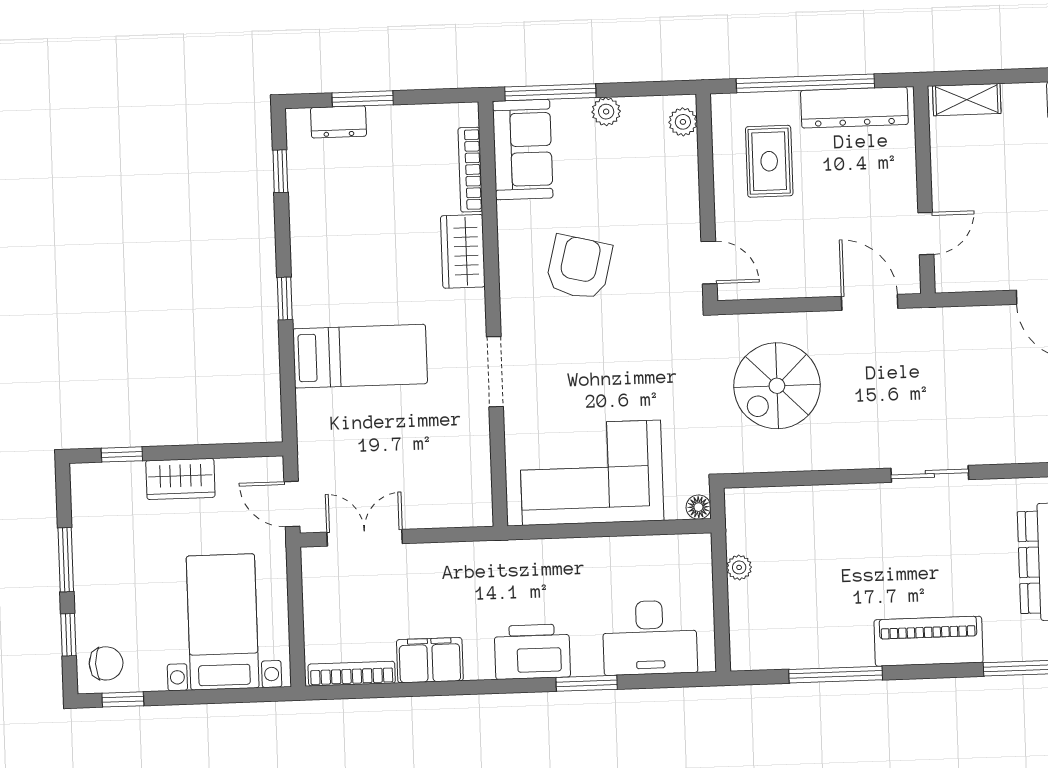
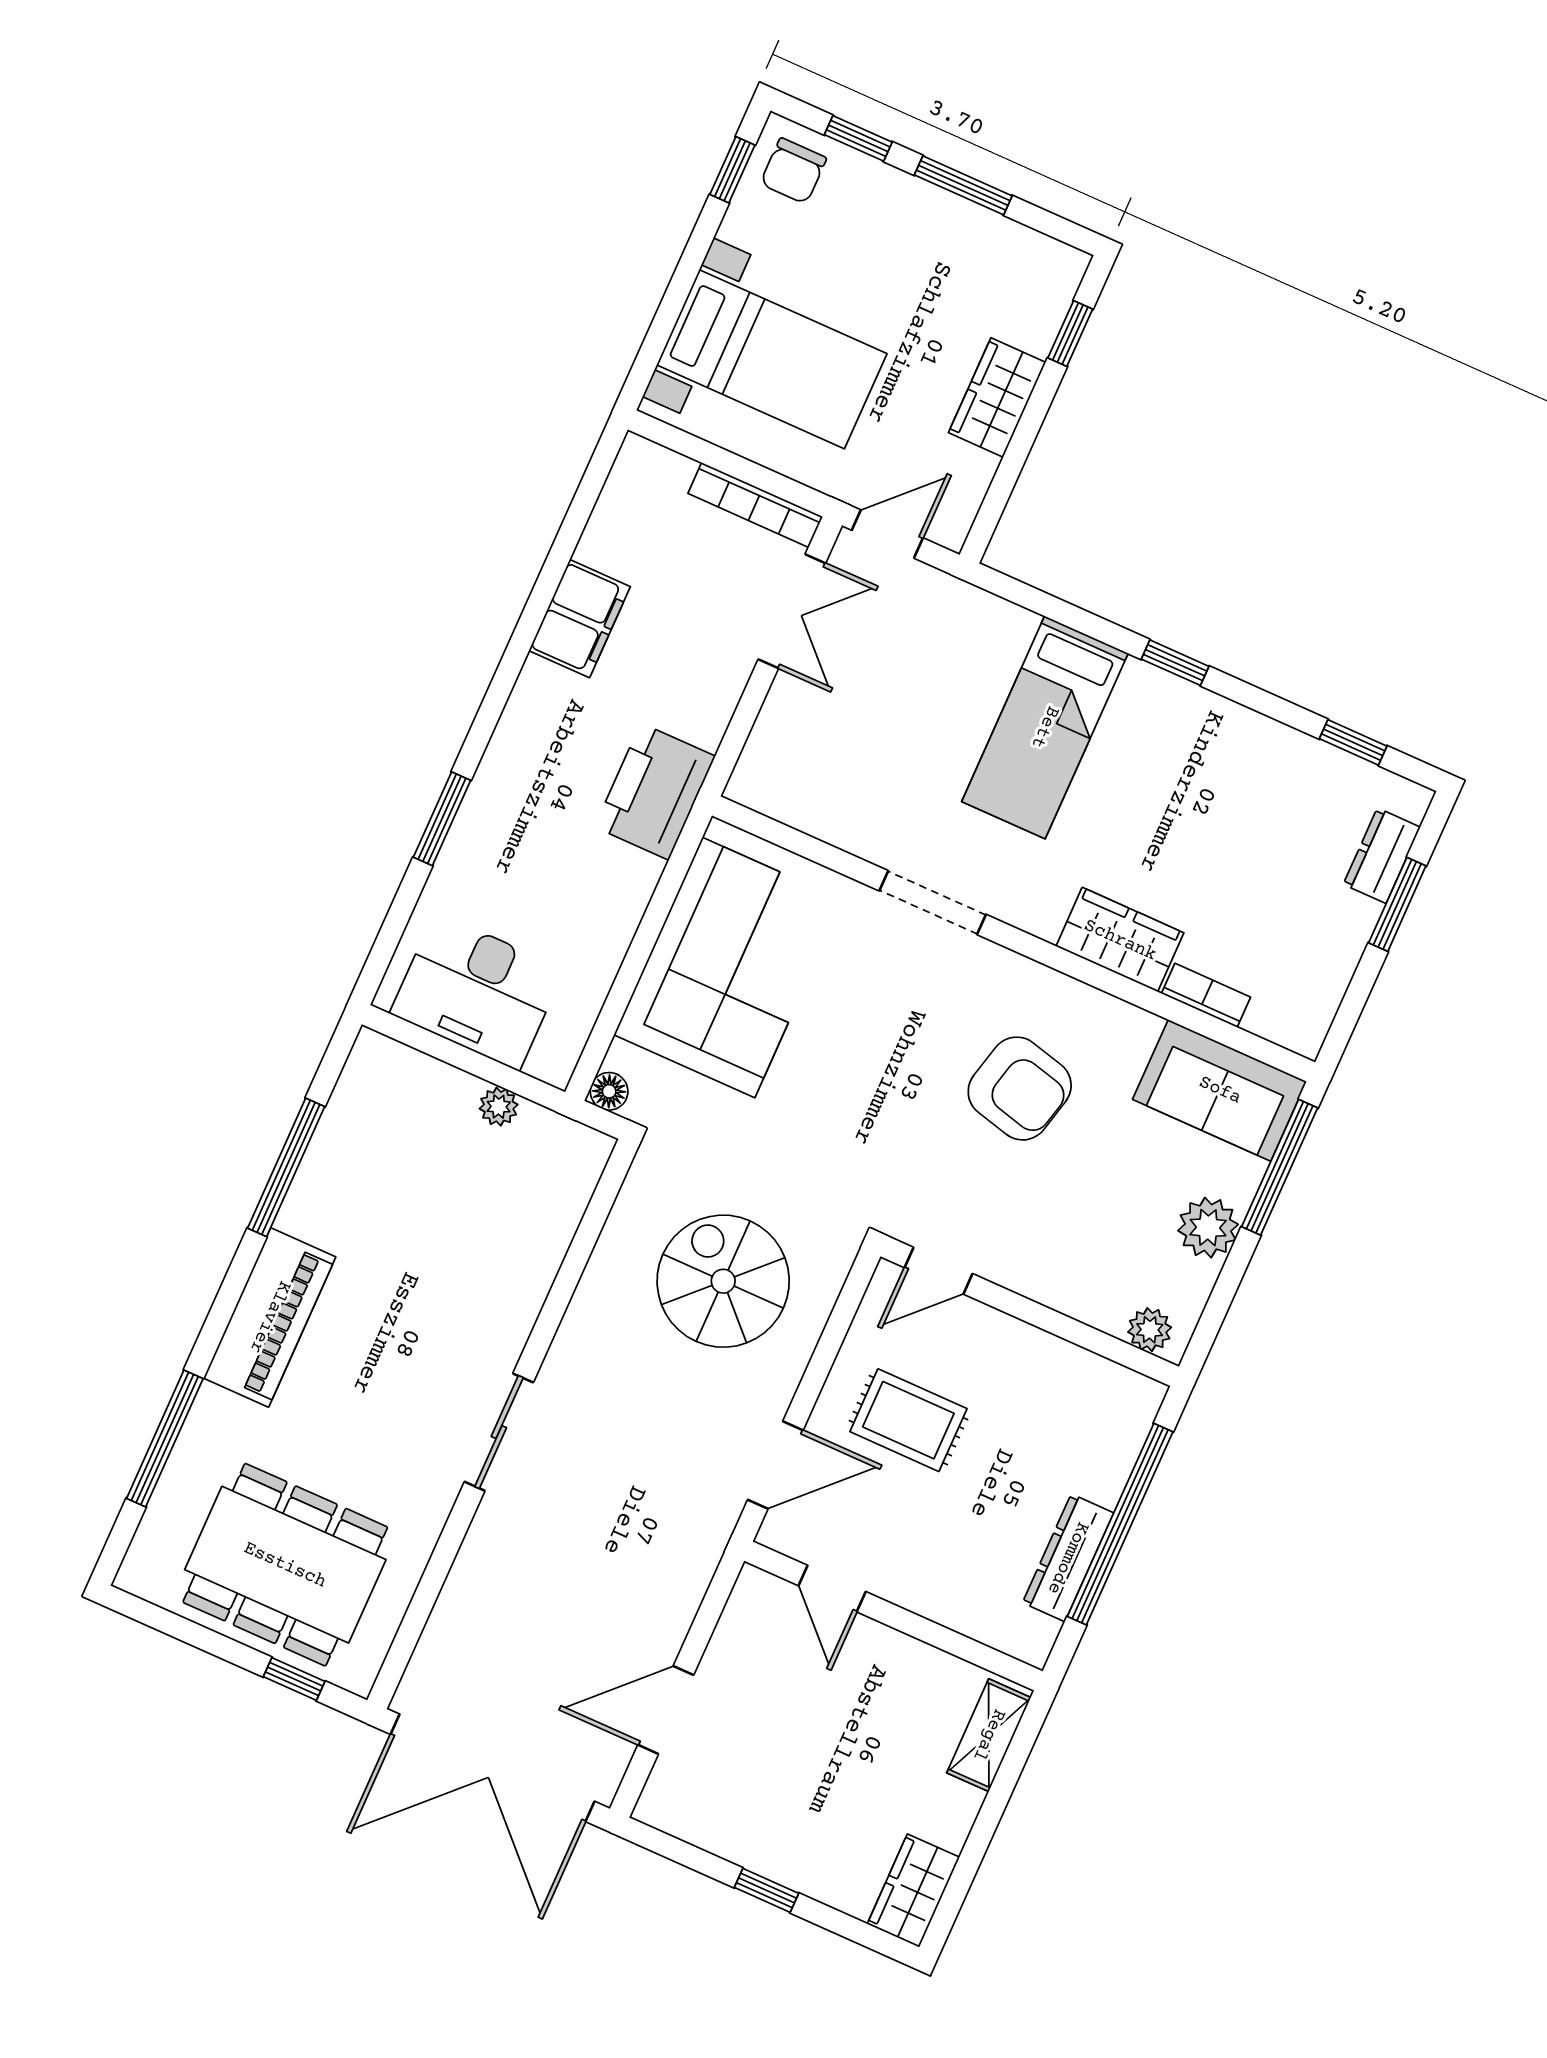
dresser: (854, 107) -> (1068, 1558), width x0.73, depth x0.80
plant: (606, 112) -> (1208, 1228), width x1.38, depth x1.38
rug: (769, 161) -> (908, 1420), moved
bookcase: (470, 170) -> (1206, 995), width x0.64
desk: (650, 638) -> (477, 991), moved, turned -90
printer: (532, 652) -> (655, 792), moved, turned 180
bookcase: (352, 674) -> (755, 505), moved, turned 90

